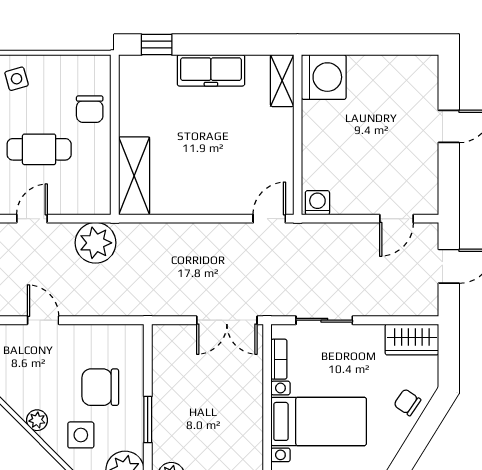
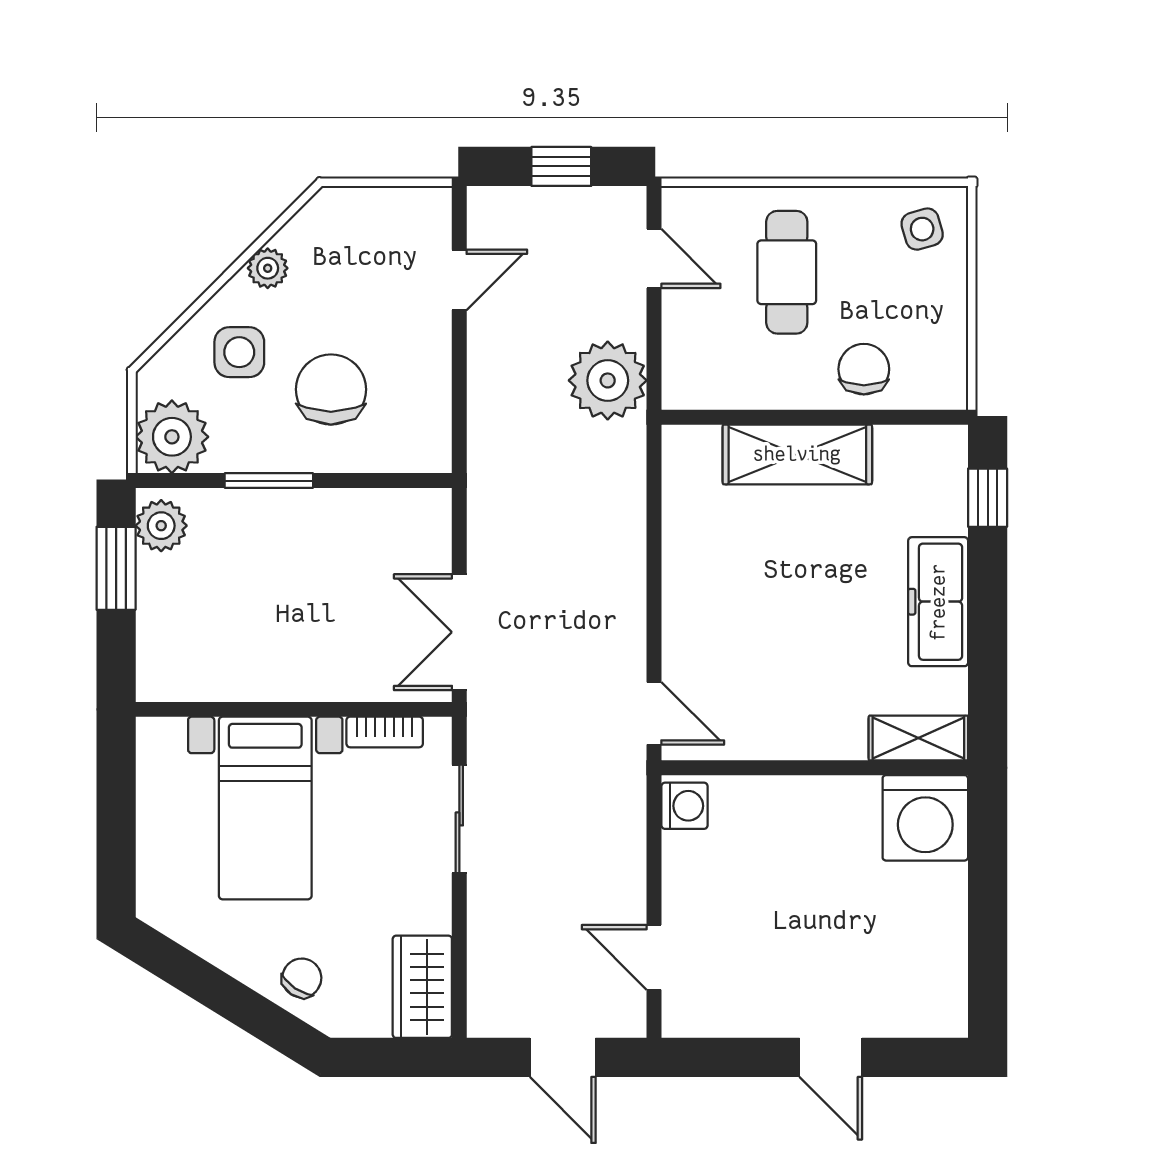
chair: (90, 109) -> (864, 369), turned 90
shelving: (134, 176) -> (797, 454), moved

